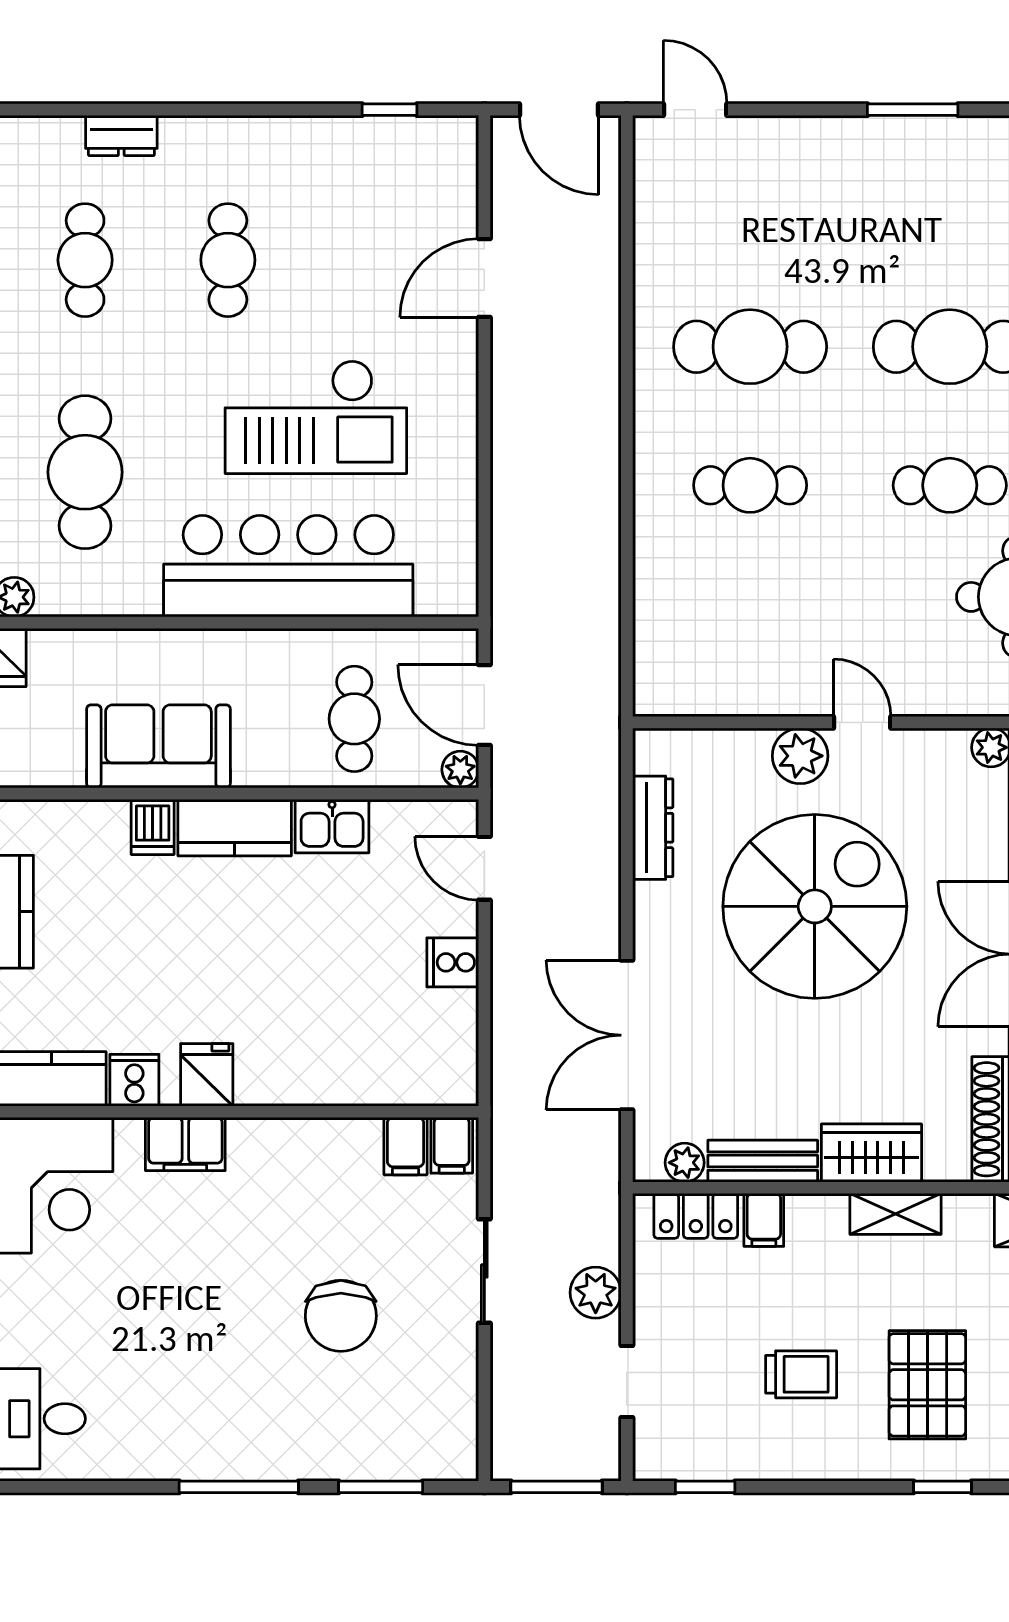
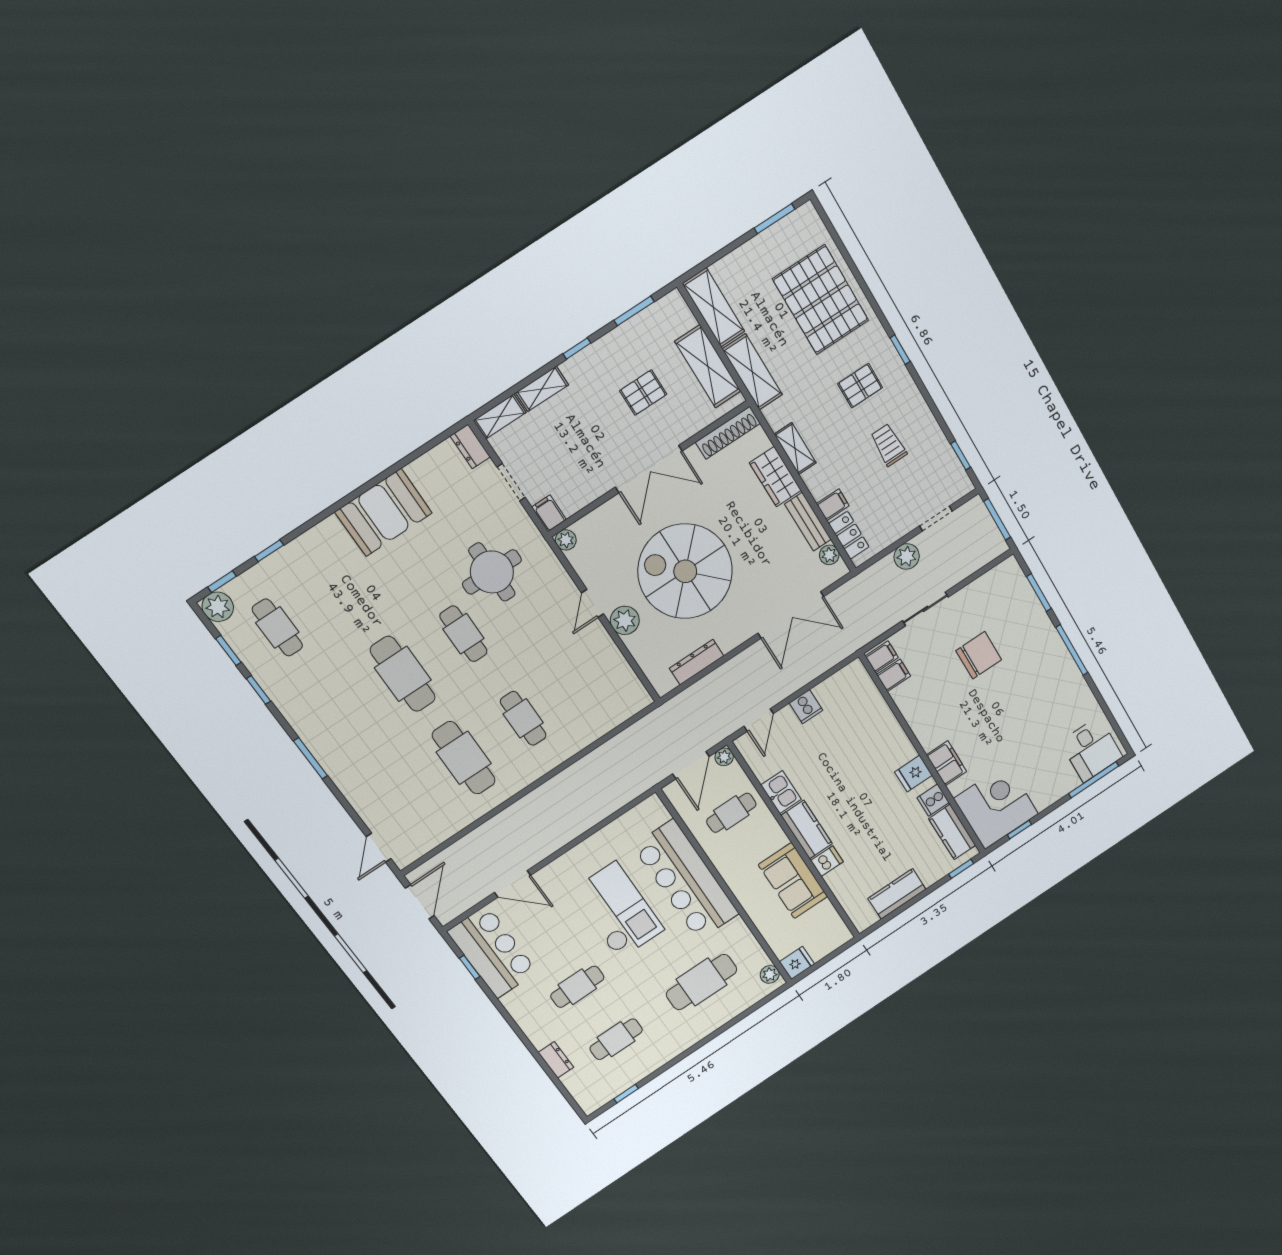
bar counter: (390, 165) -> (492, 952), added
pallet: (927, 1385) -> (860, 386), width x0.67, depth x0.71

